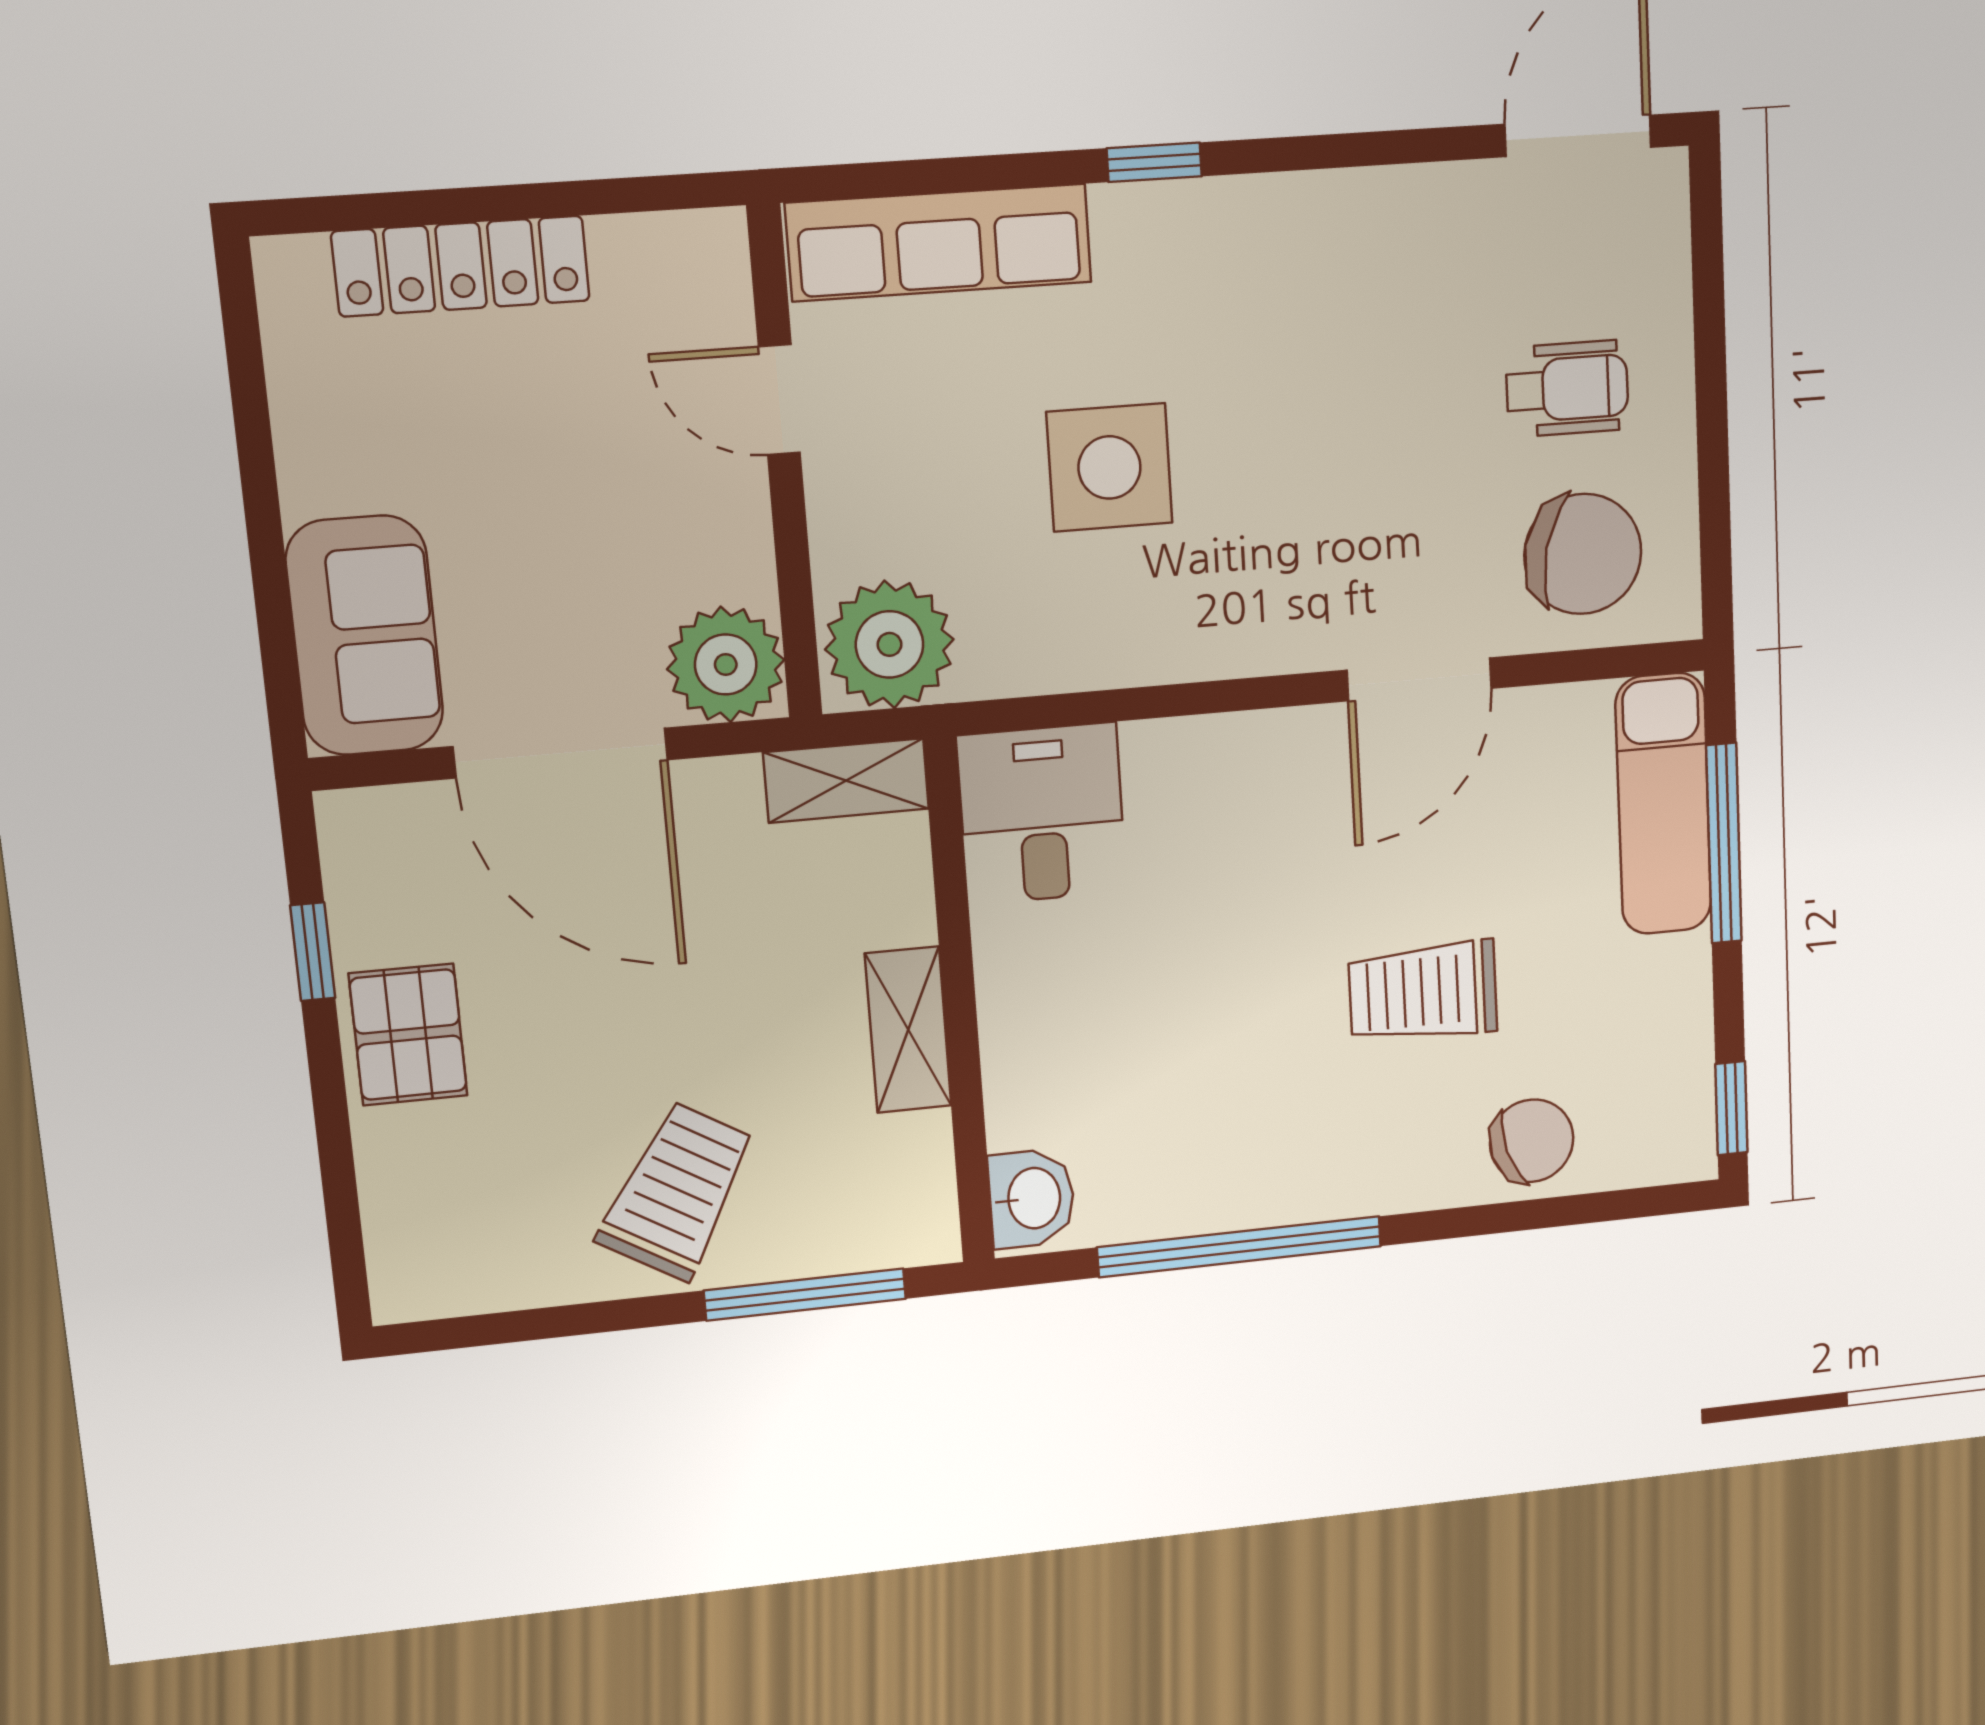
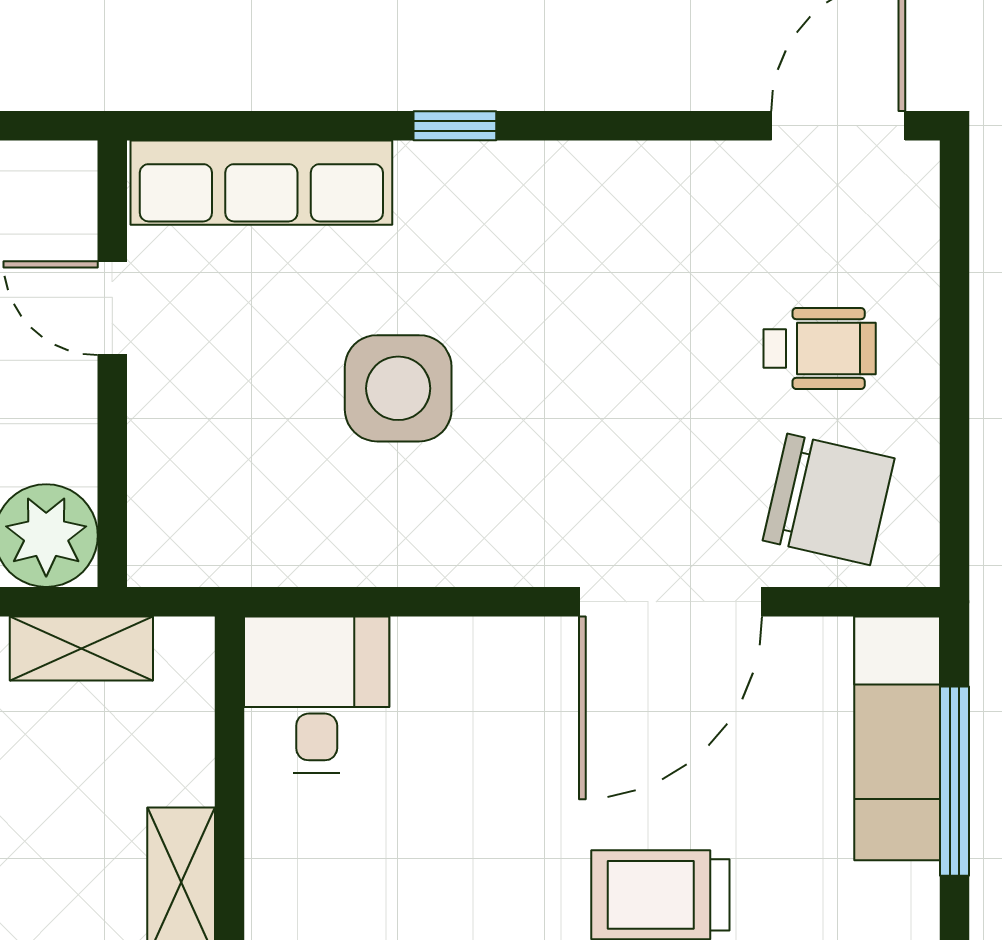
plant: (889, 644) -> (191, 530), removed
door: (1419, 679) -> (670, 602), width x1.36
shelving: (846, 781) -> (81, 649), moved

